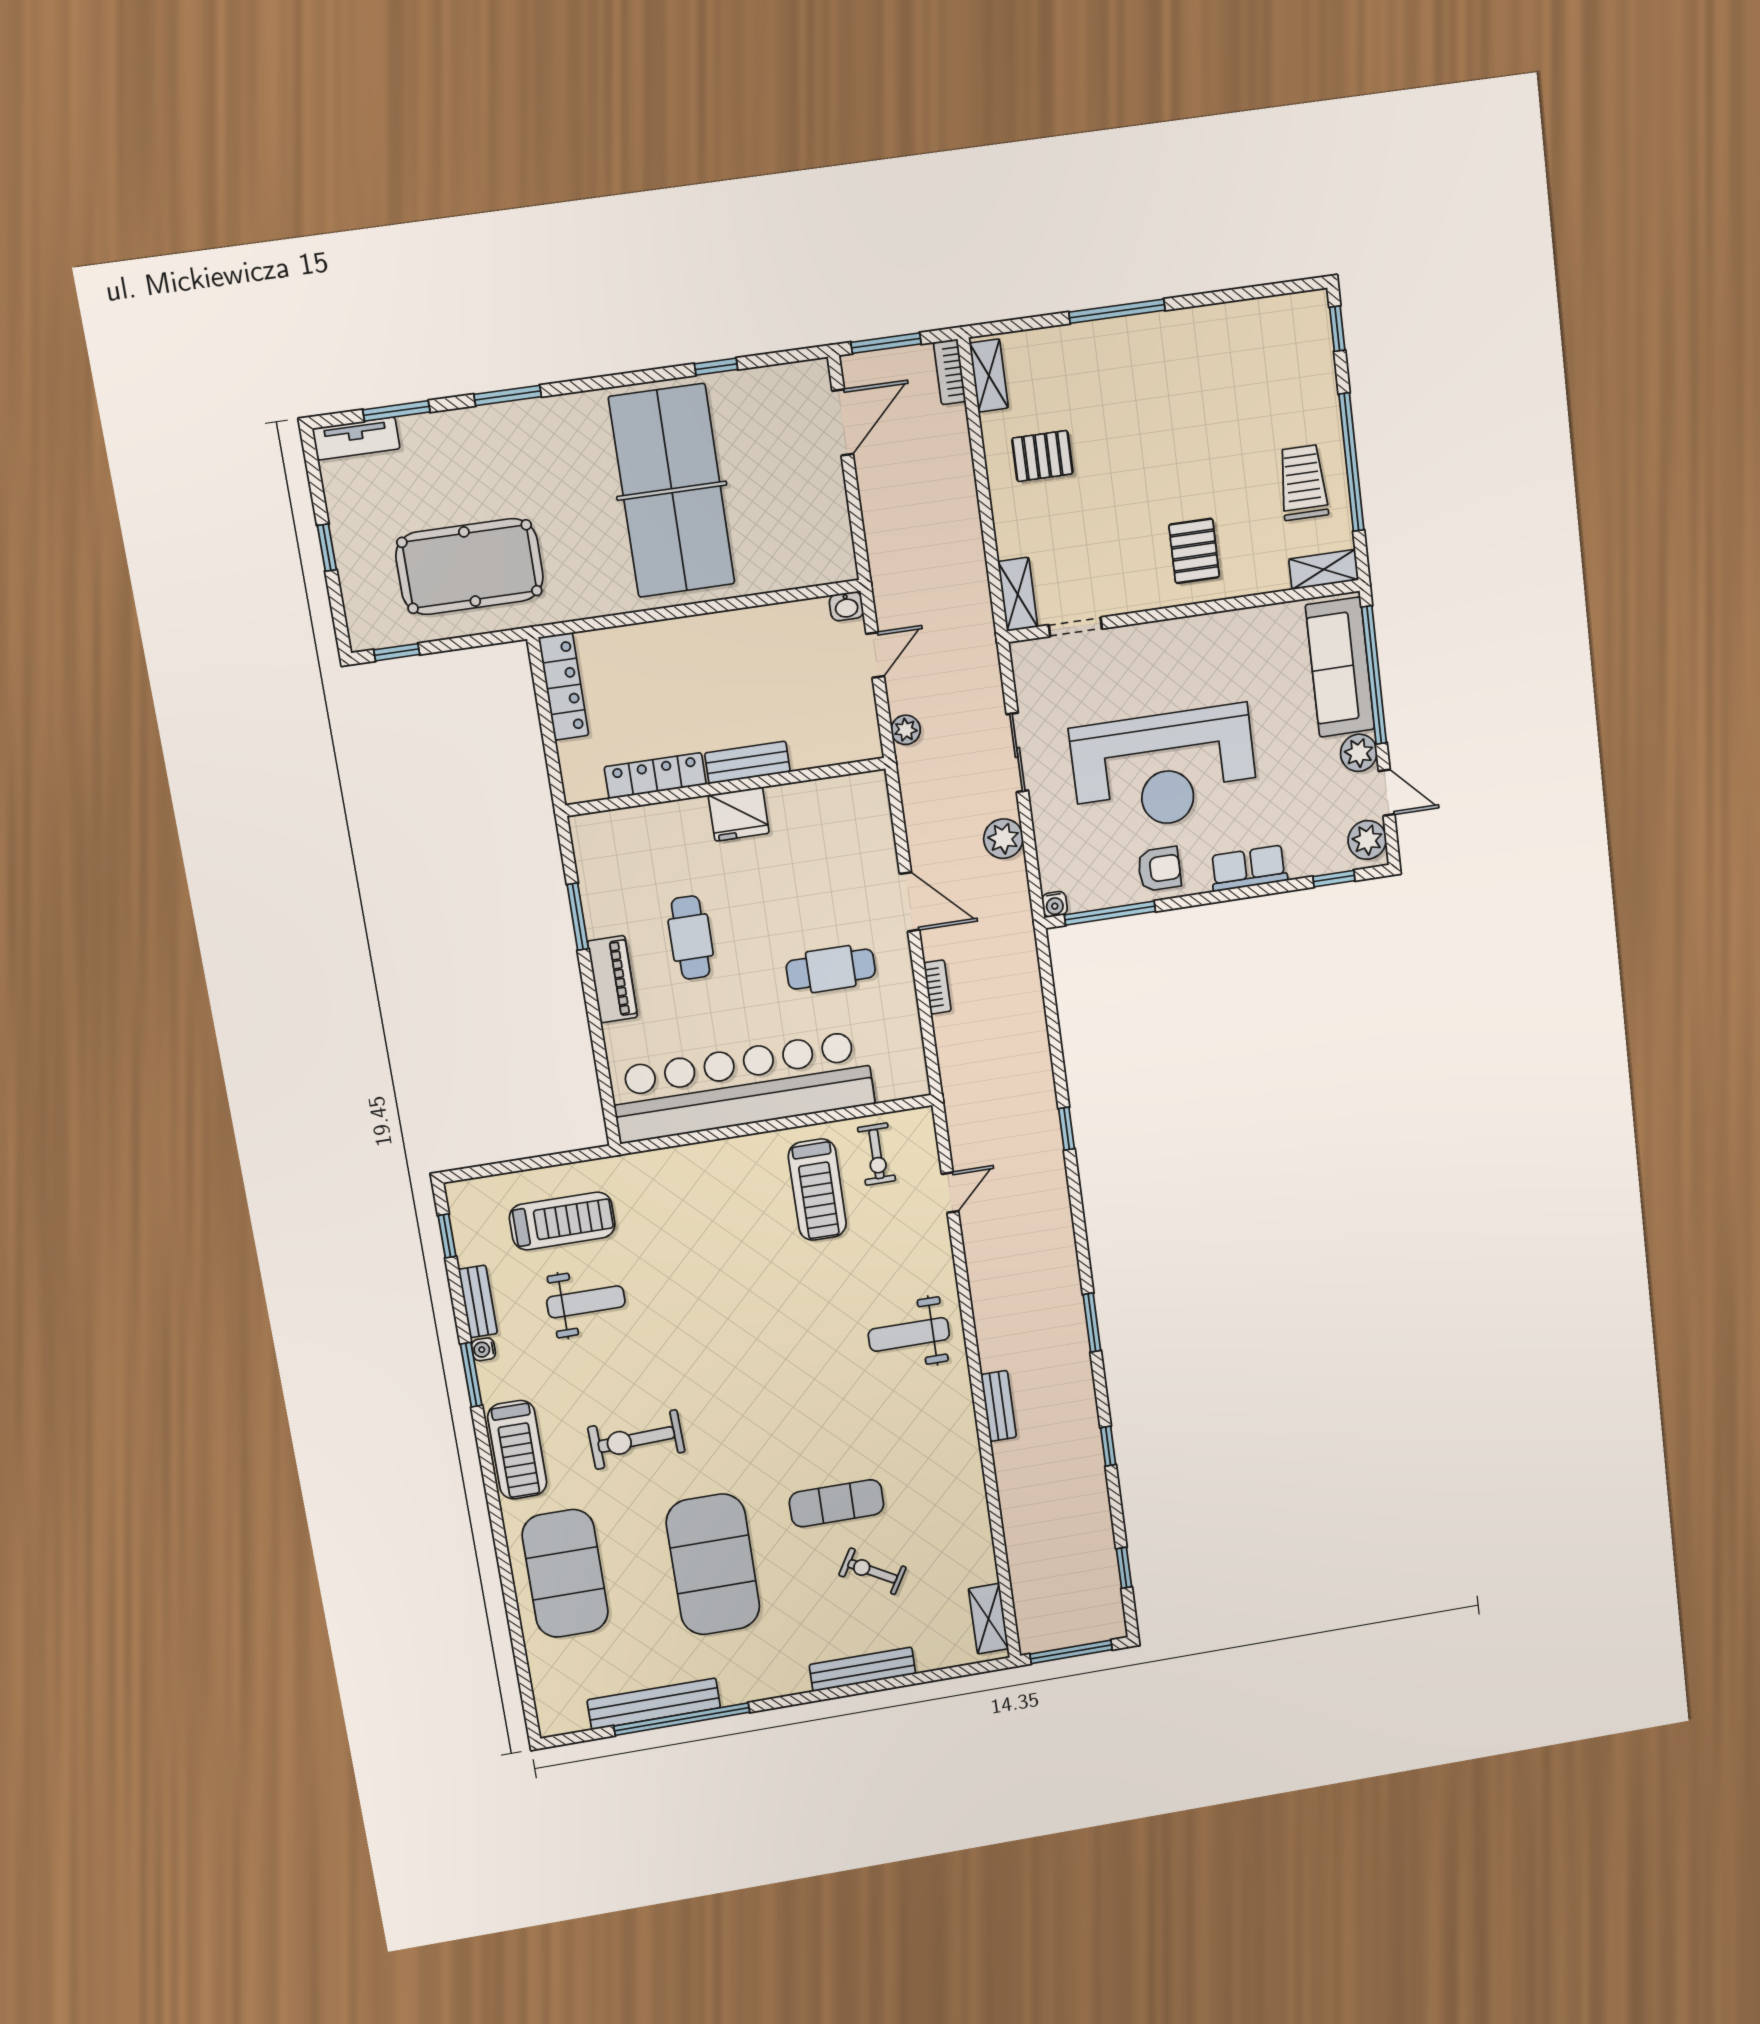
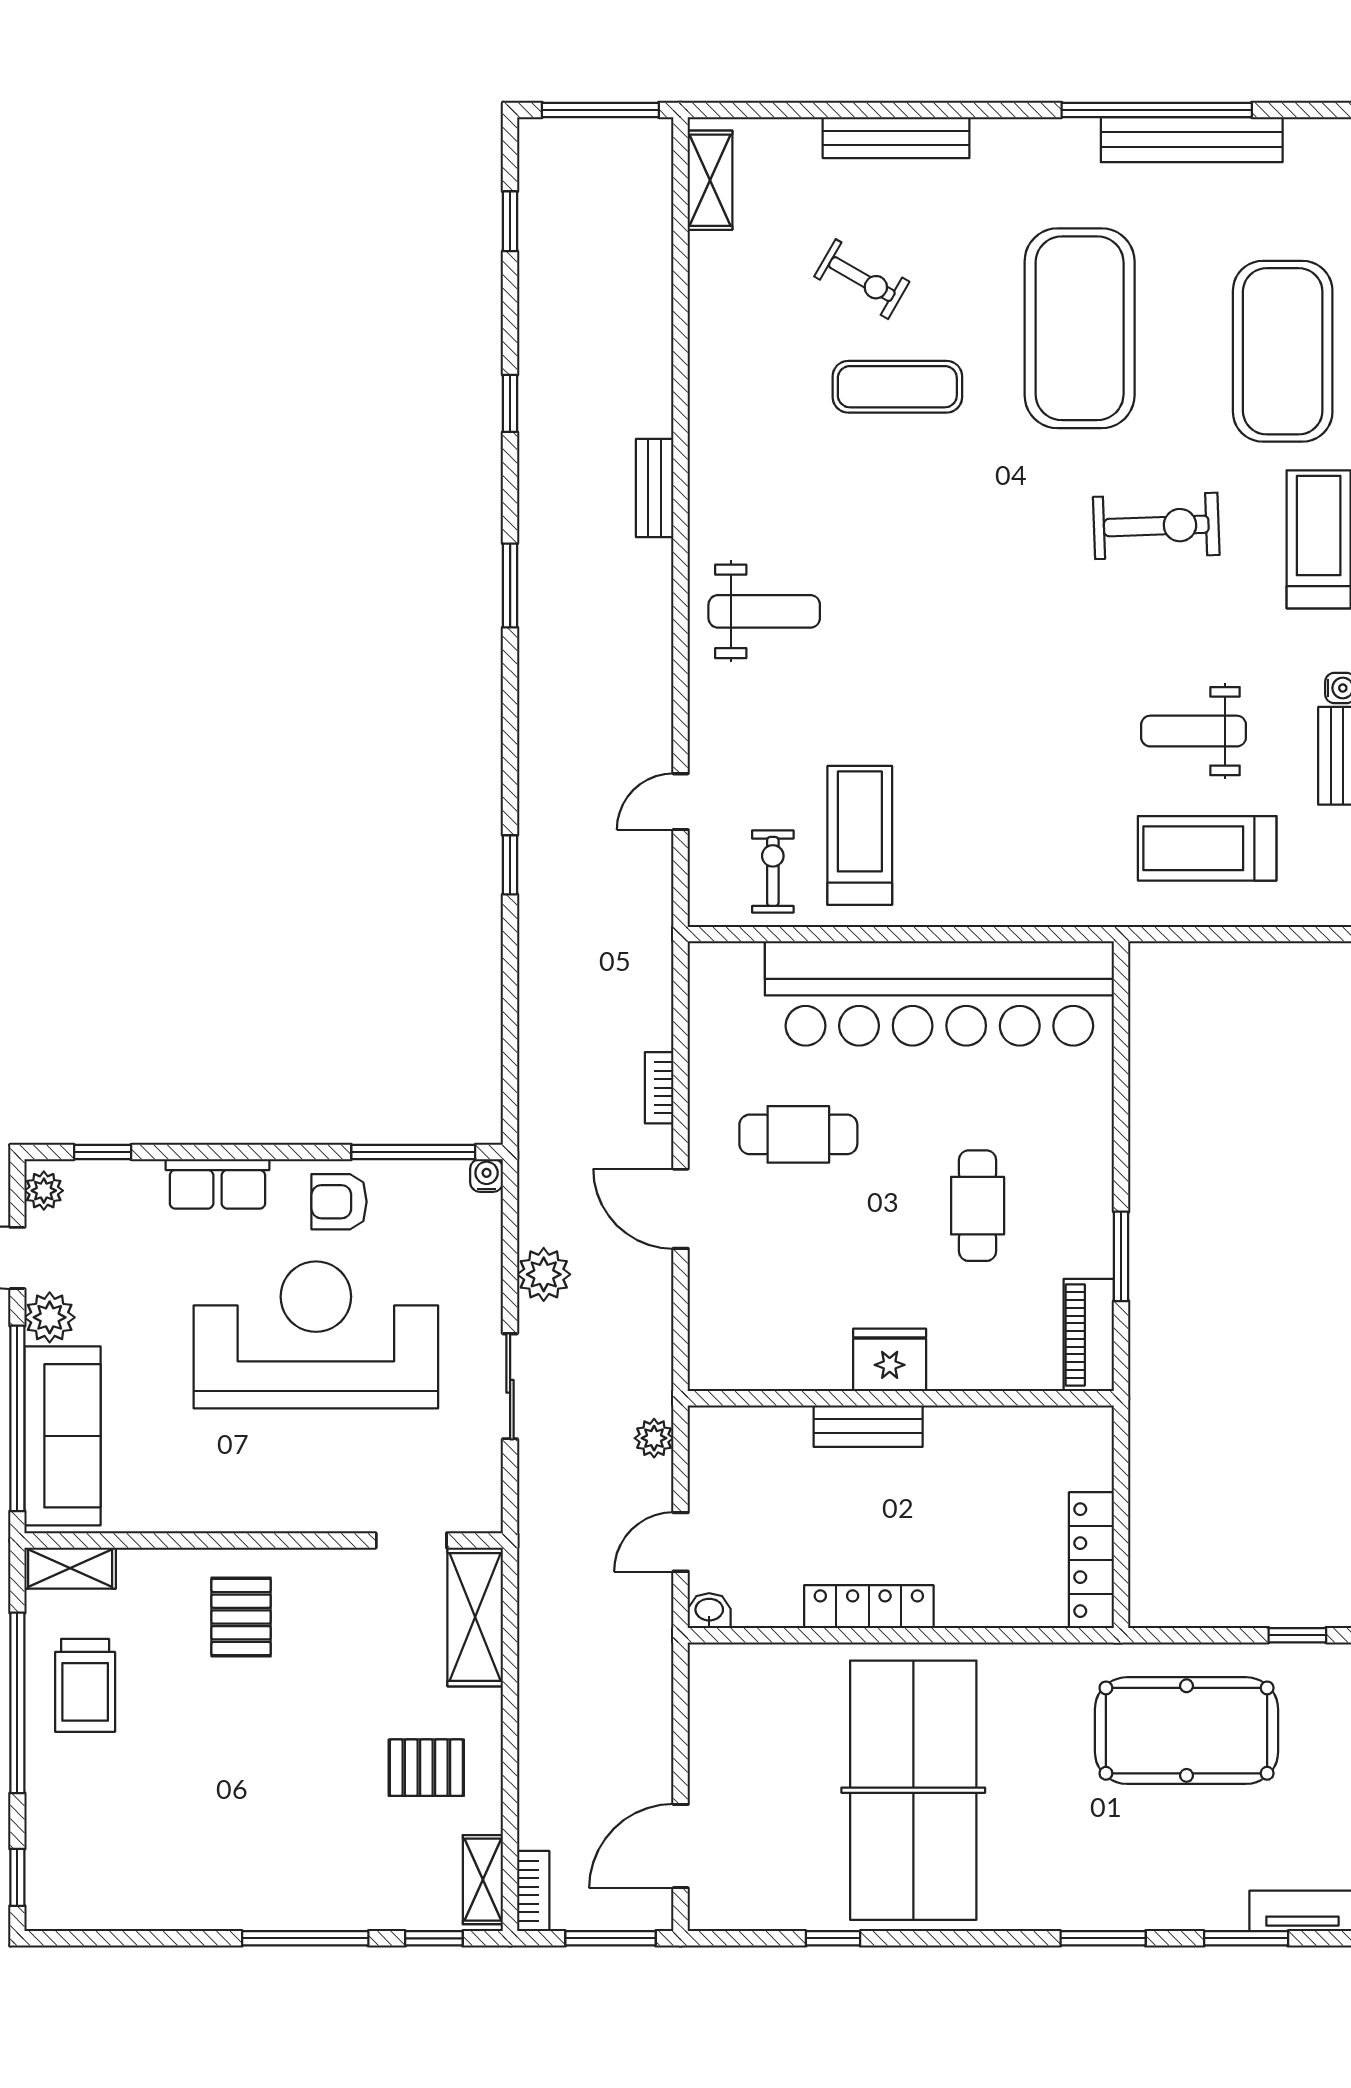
window: (1020, 325) -> (434, 1938), added
shelving: (1018, 594) -> (475, 1617), width x1.50, depth x1.33
locker: (655, 776) -> (869, 1607), moved, turned 180
plant: (1367, 840) -> (44, 1191), width x0.73, depth x0.73
piano: (612, 979) -> (1089, 1335), moved

